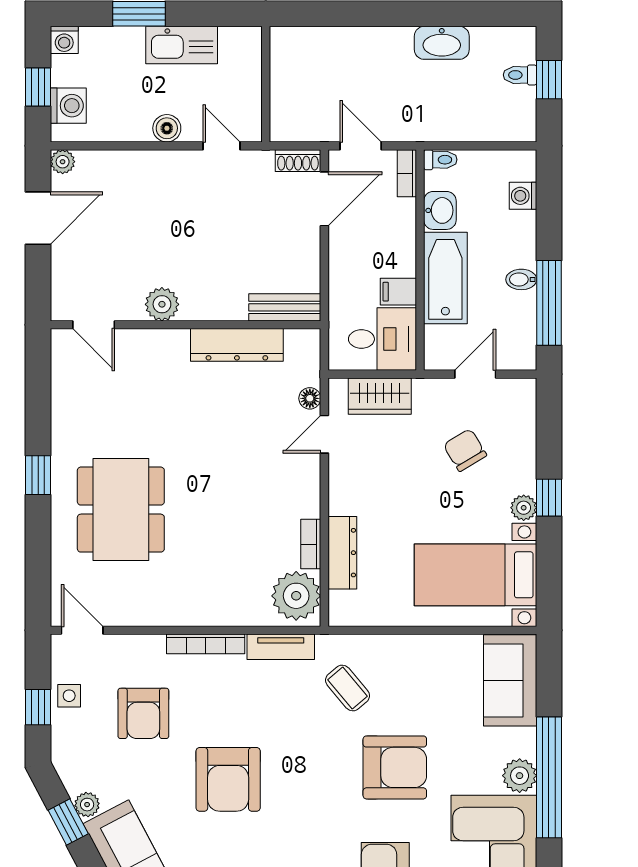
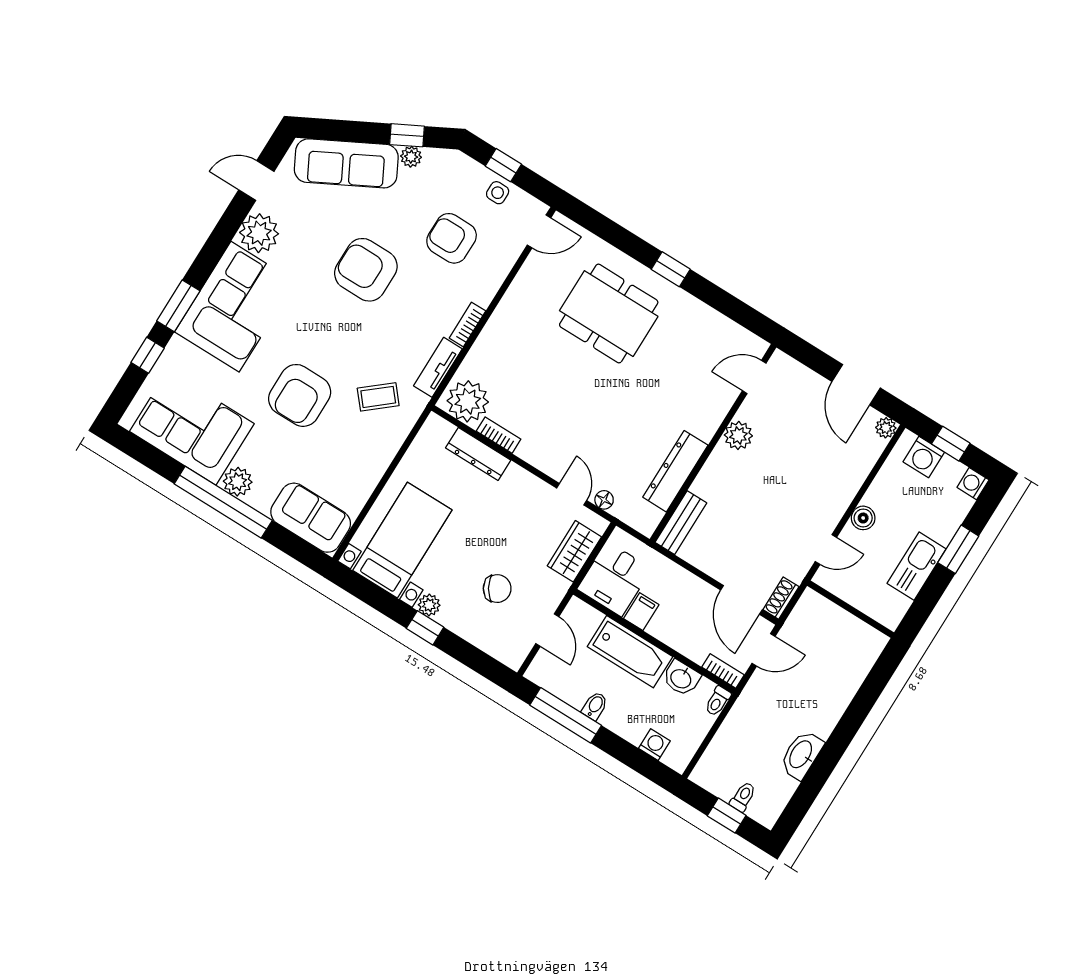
bookcase: (206, 644) -> (467, 324), width x0.64

